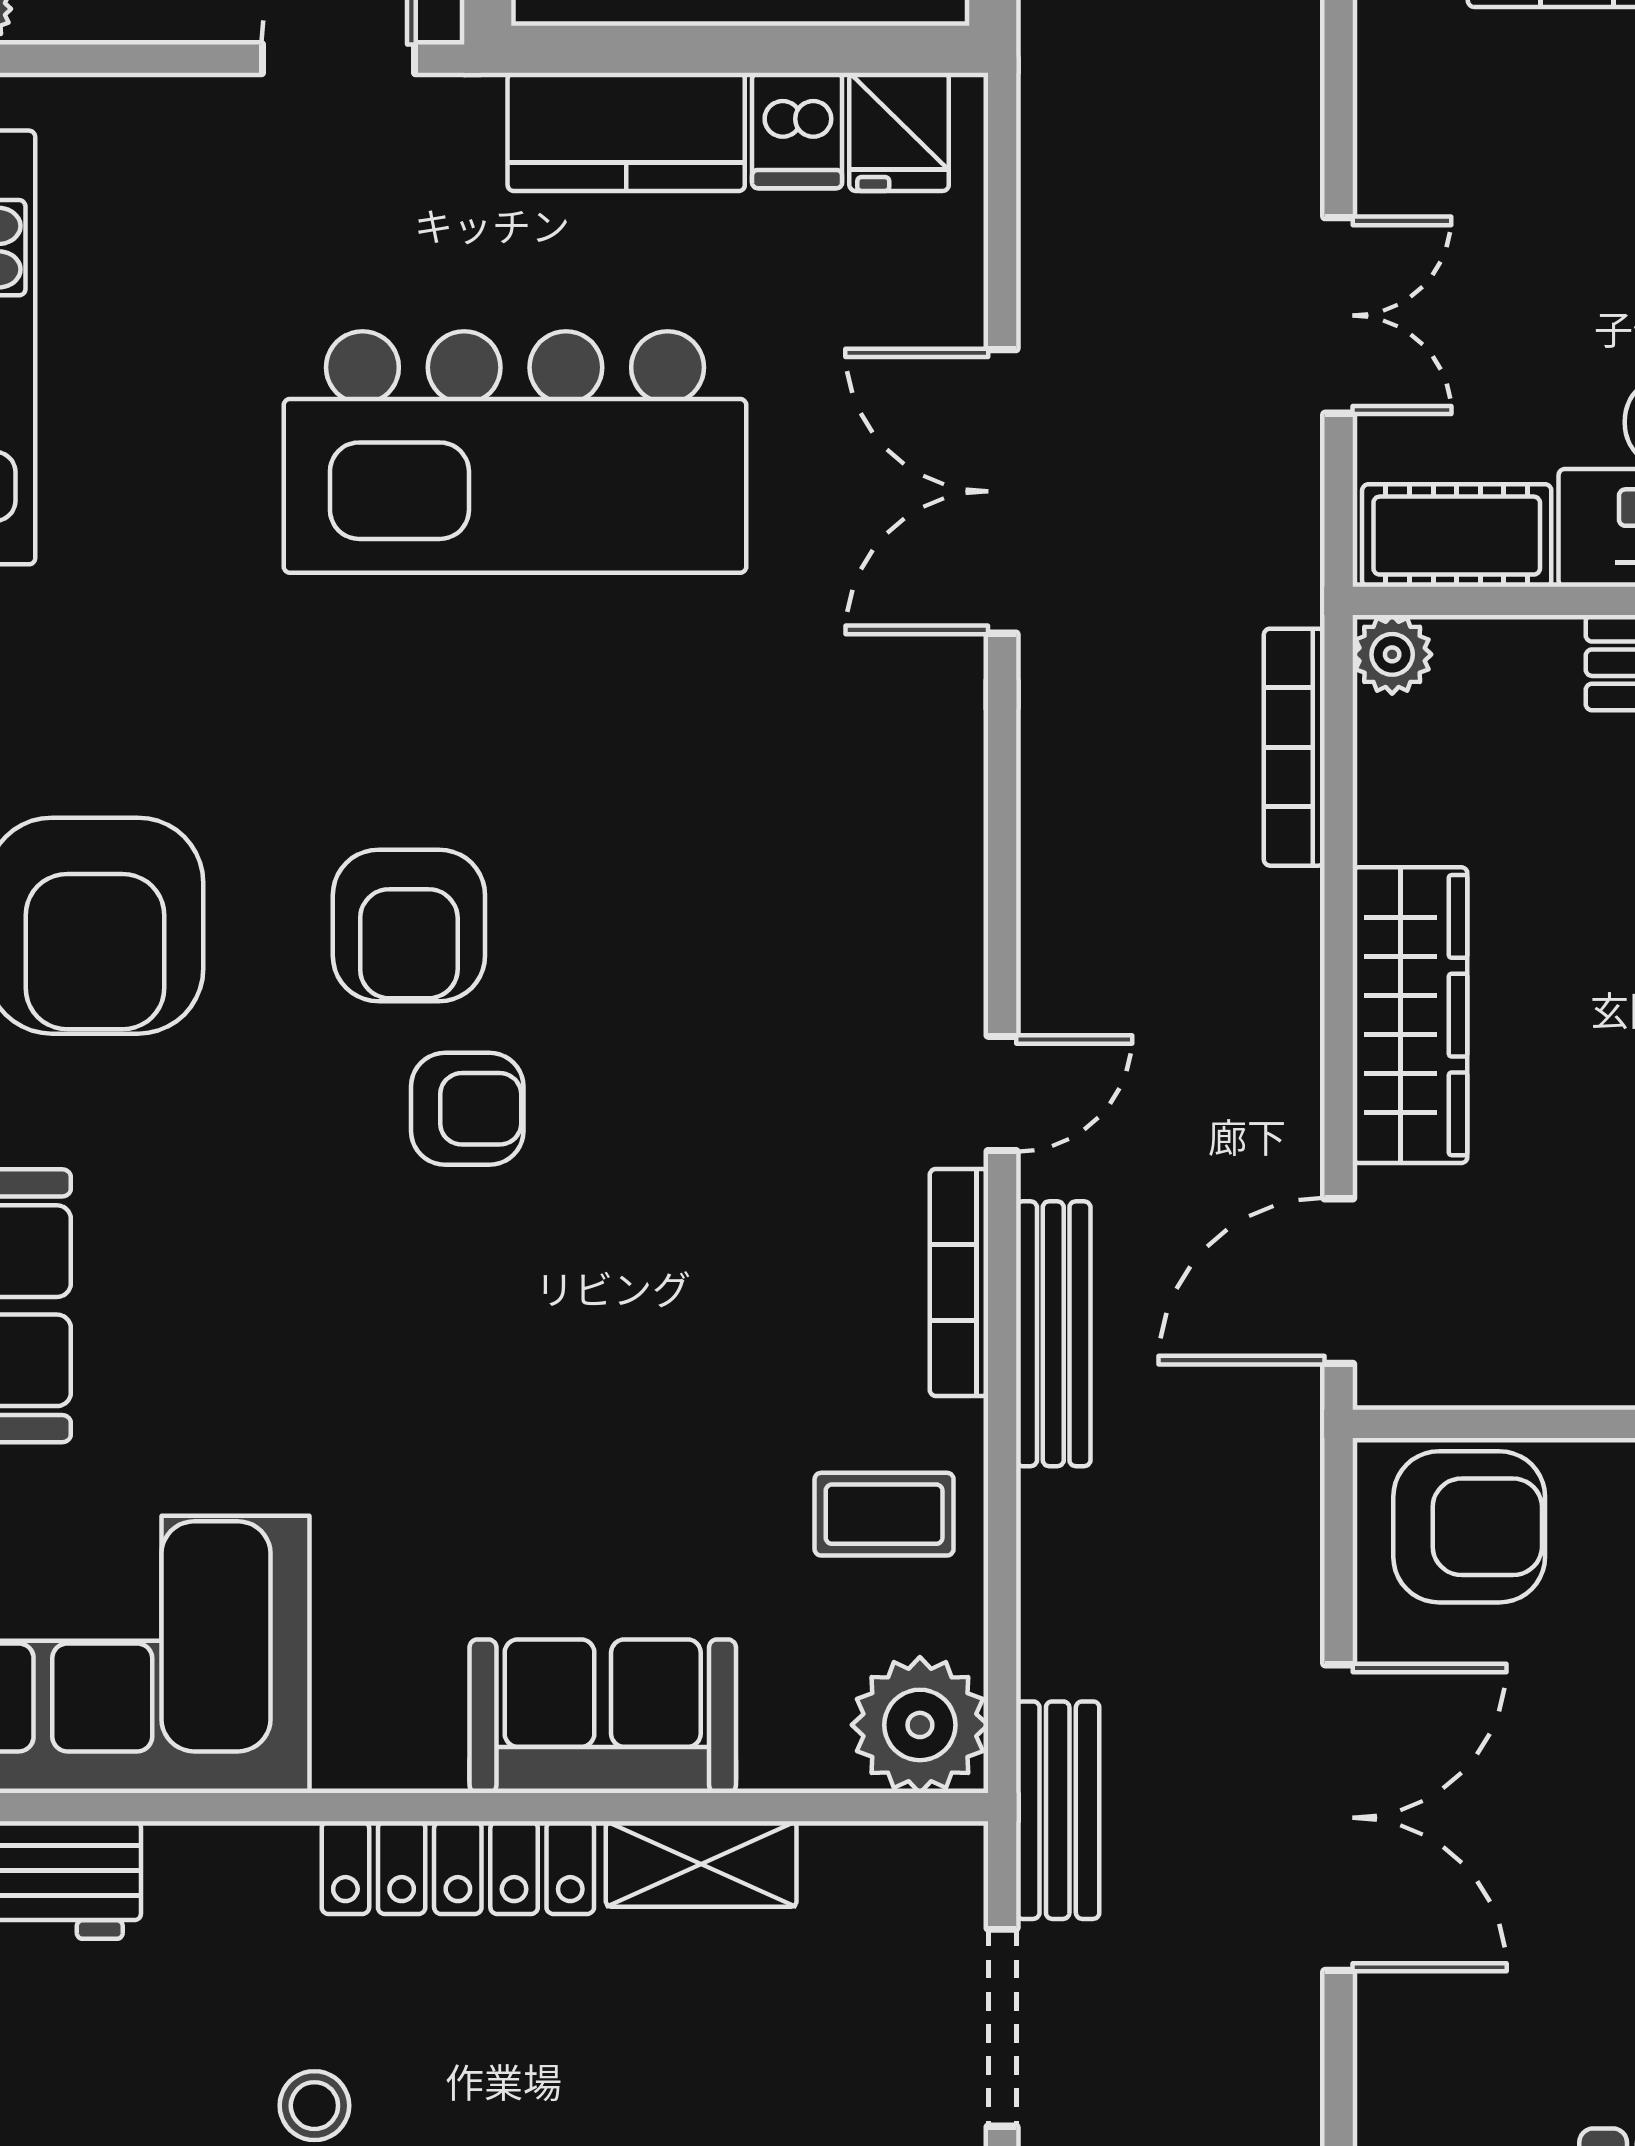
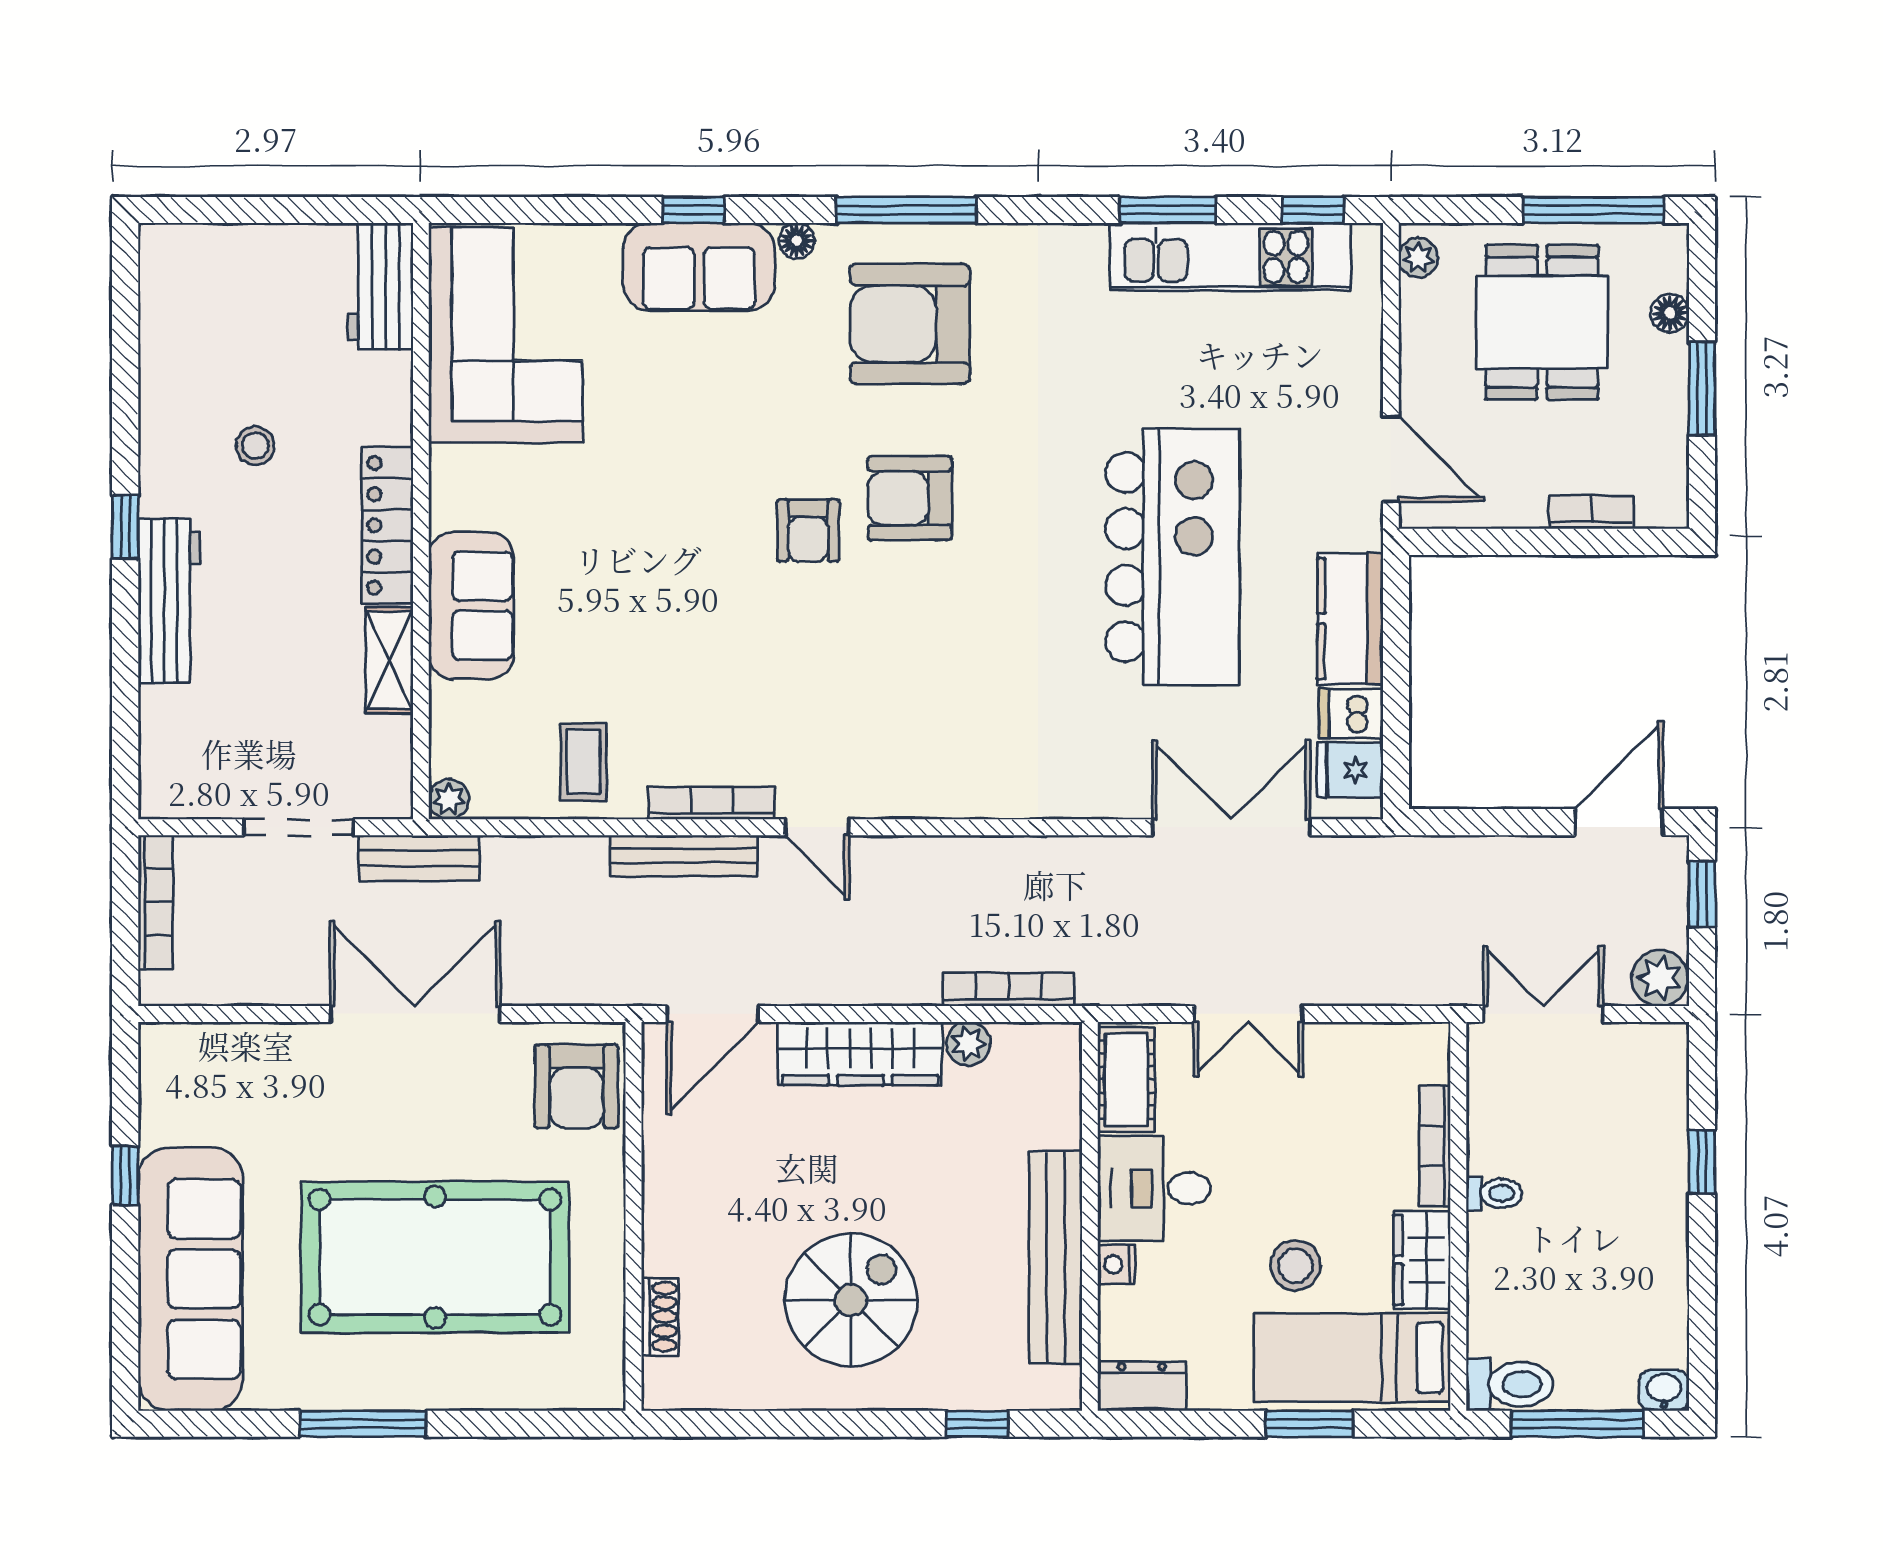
kitchen island: (515, 452) -> (1173, 557), turned 180
double door: (1002, 491) -> (1231, 827), moved
plant: (1392, 654) -> (968, 1044), moved
door: (1339, 1281) -> (713, 1014), swing flipped
plant: (920, 1725) -> (449, 799), width x0.53, depth x0.53
double door: (1339, 1818) -> (415, 1014), swing flipped

